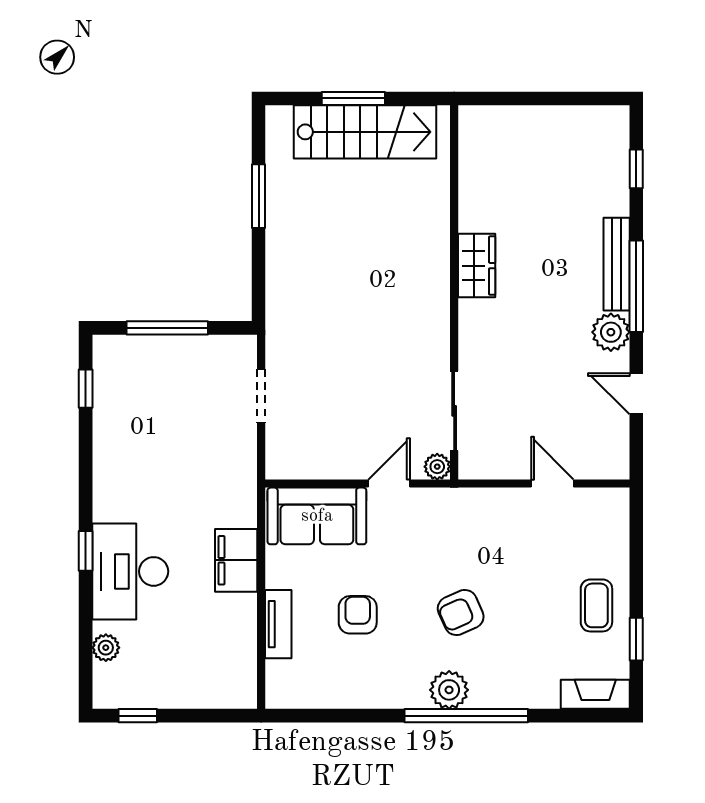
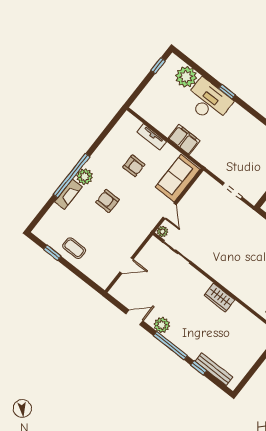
window: (636, 169) -> (199, 368), moved
bench: (617, 264) -> (214, 369), moved
armchair: (461, 612) -> (107, 201), turned -66
plant: (106, 648) -> (186, 77), width x1.87, depth x1.87
fireplace: (595, 694) -> (68, 194), moved

